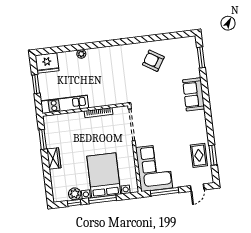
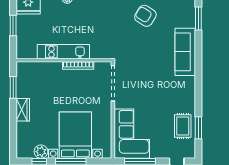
sofa: (194, 94) -> (185, 52), width x1.36
kitchen unit: (65, 104) -> (63, 52), moved

